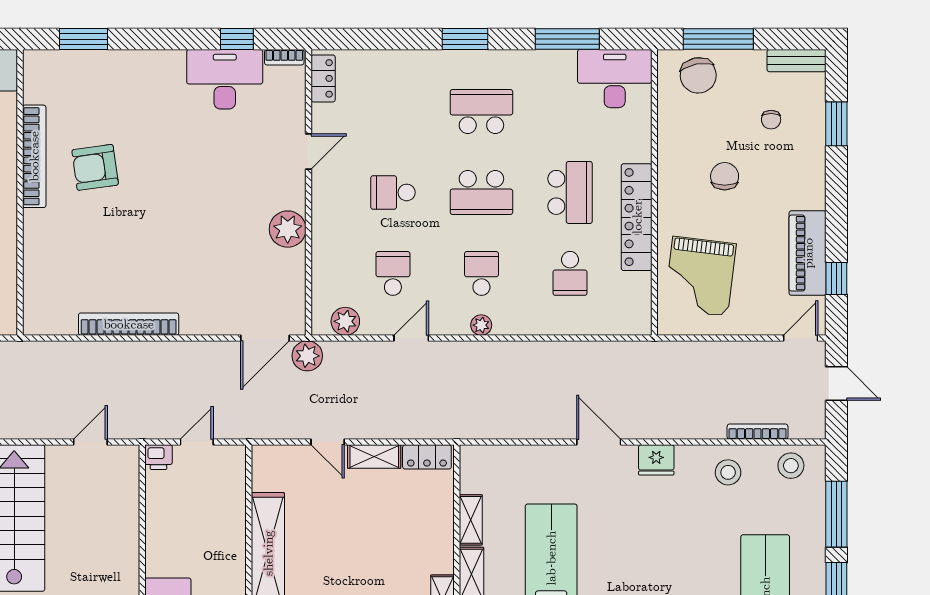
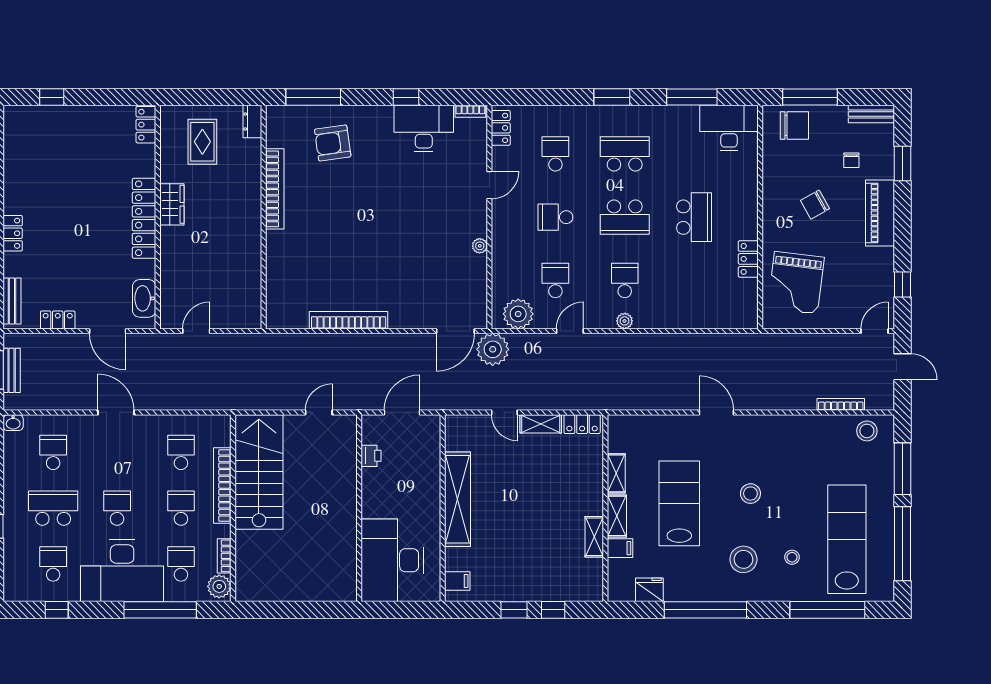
window: (83, 39) -> (313, 97), width x1.44
window: (237, 39) -> (406, 97), moved
chair: (698, 75) -> (794, 126), turned -79
armchair: (95, 167) -> (333, 143), moved
chair: (725, 176) -> (815, 205), turned -119
locker: (637, 217) -> (748, 259), width x0.46, depth x0.83
plant: (288, 229) -> (480, 246), width x0.53, depth x0.53
piano: (808, 253) -> (880, 213), moved
school desk: (570, 273) -> (555, 154), moved, turned 180
plant: (345, 321) -> (518, 314), width x1.36, depth x1.36
plant: (307, 356) -> (493, 349), width x1.36, depth x1.36
door: (197, 442) -> (402, 412), width x1.38
printer: (159, 457) -> (371, 456), moved, turned -90
fridge: (656, 460) -> (762, 426), removed
stool: (728, 472) -> (750, 494), moved

